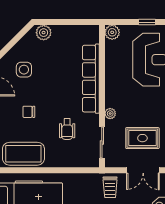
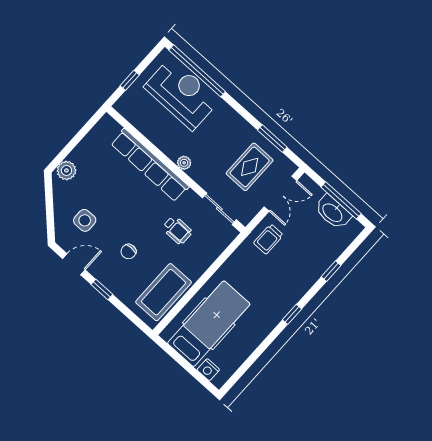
window: (147, 22) -> (130, 80), moved
plant: (112, 32) -> (124, 106), removed
plant: (110, 114) -> (184, 163), moved
trolley: (110, 187) -> (268, 239), turned 90

